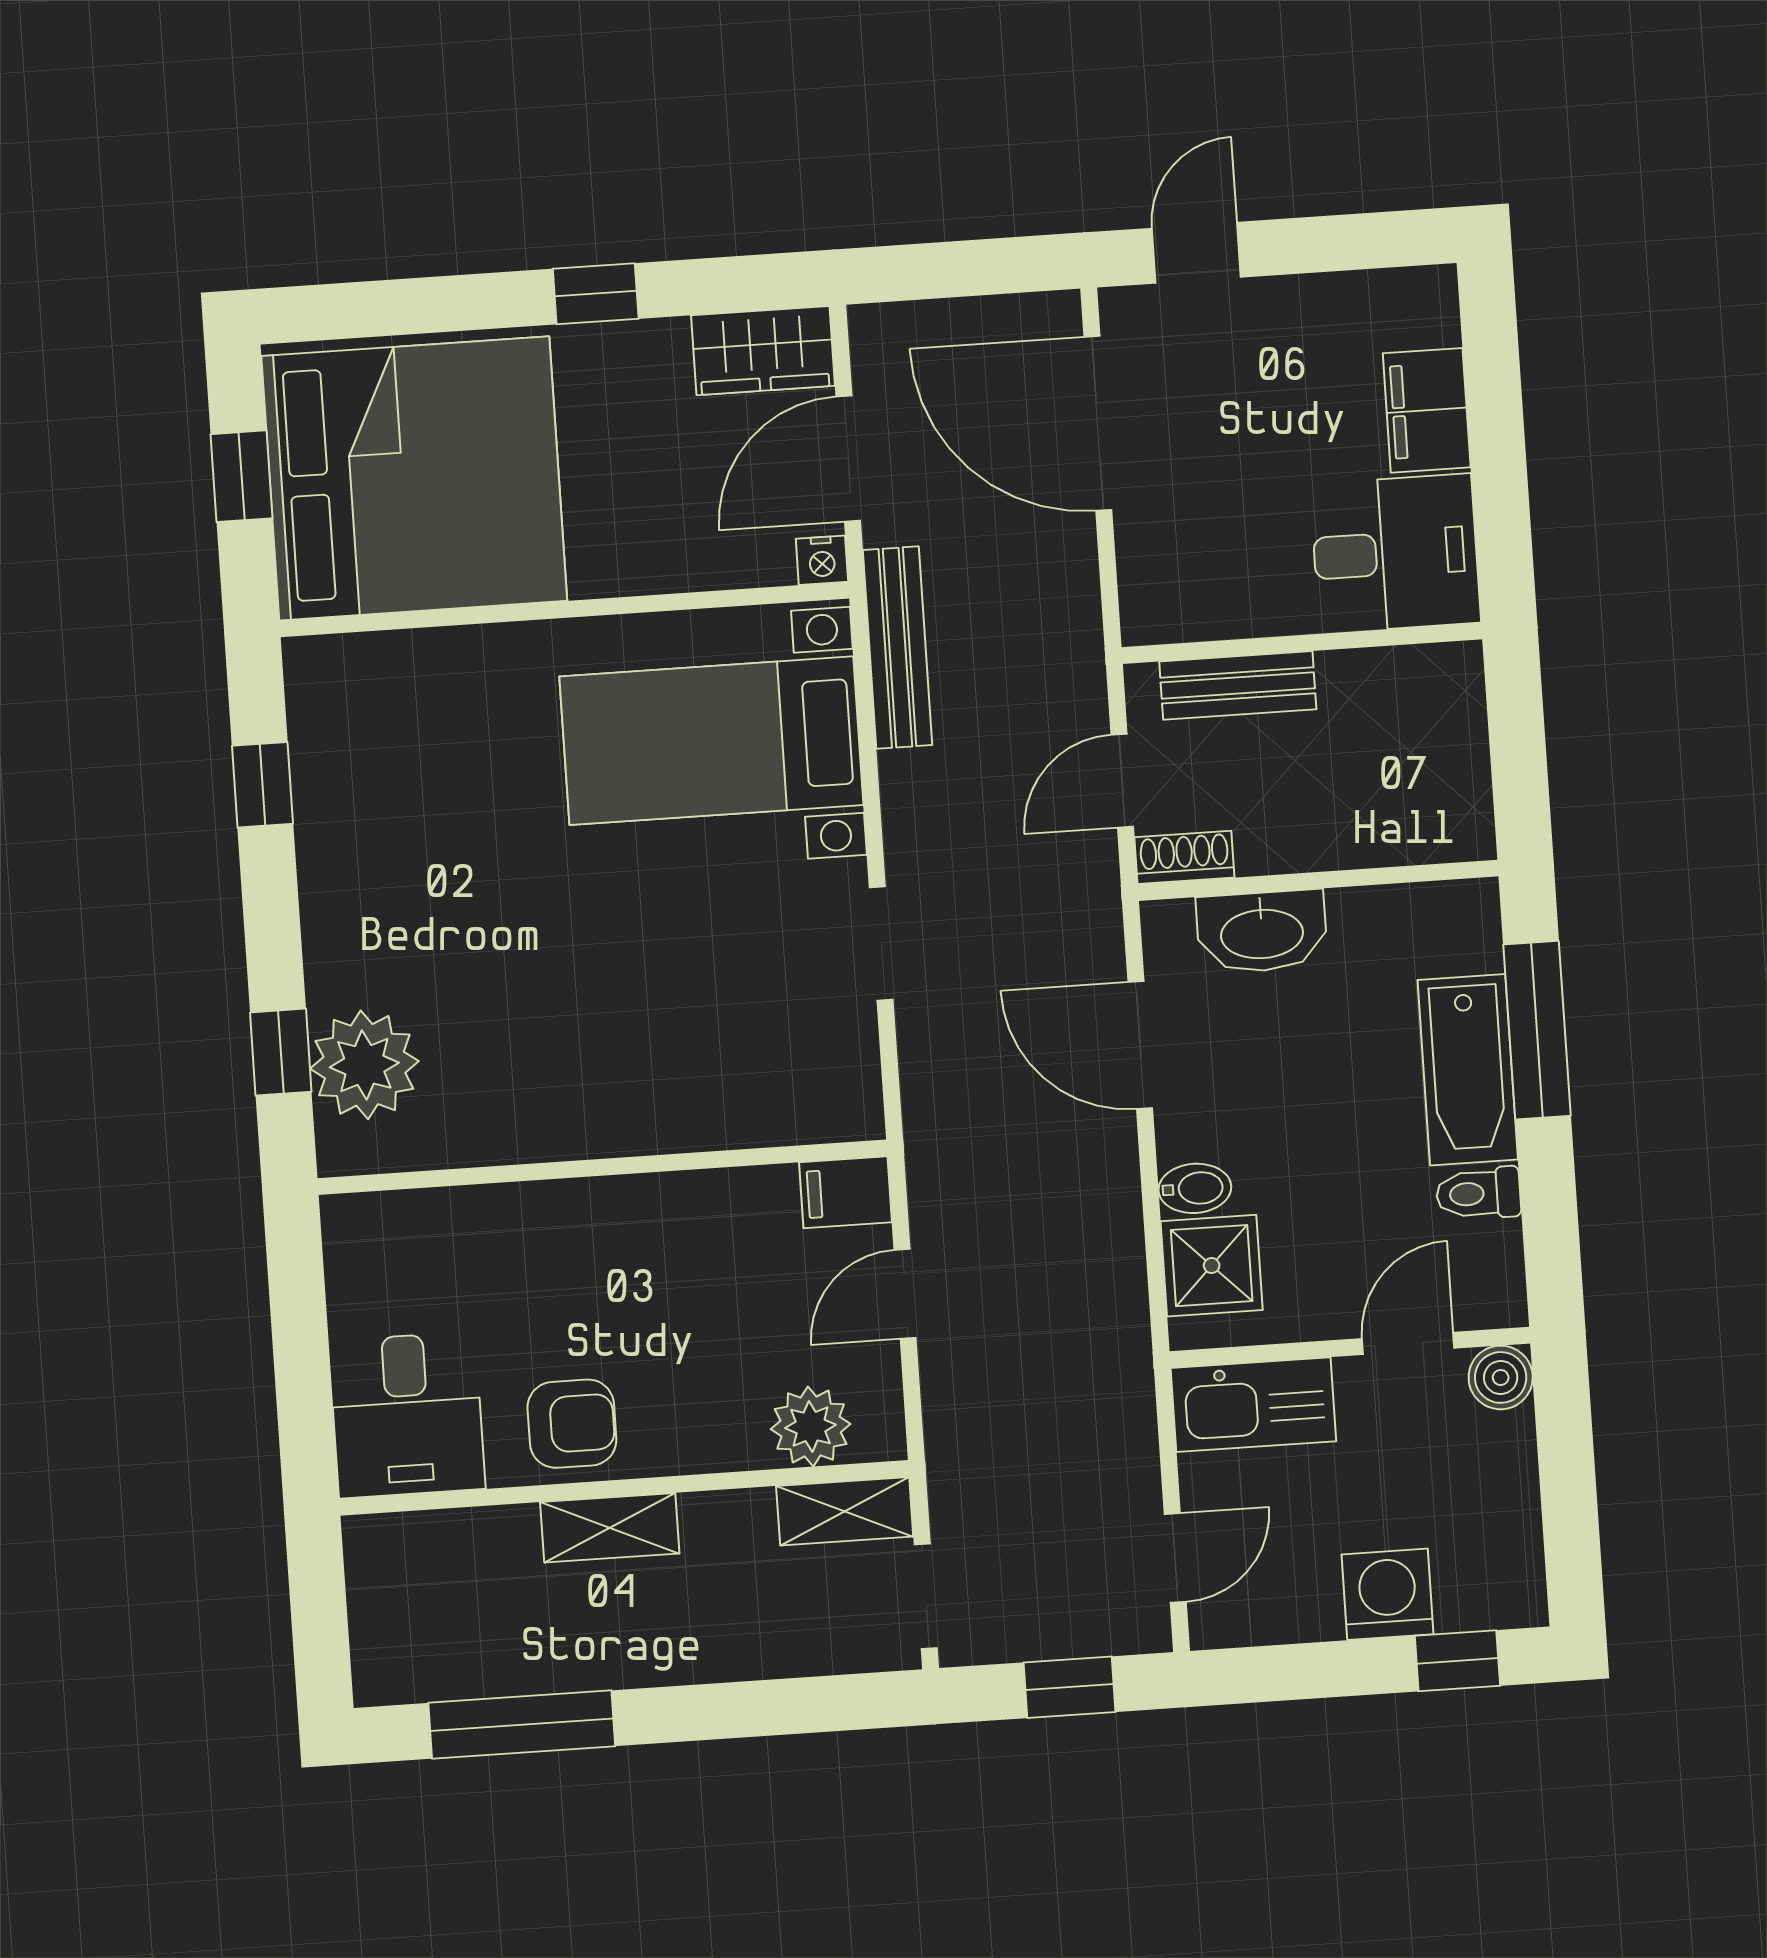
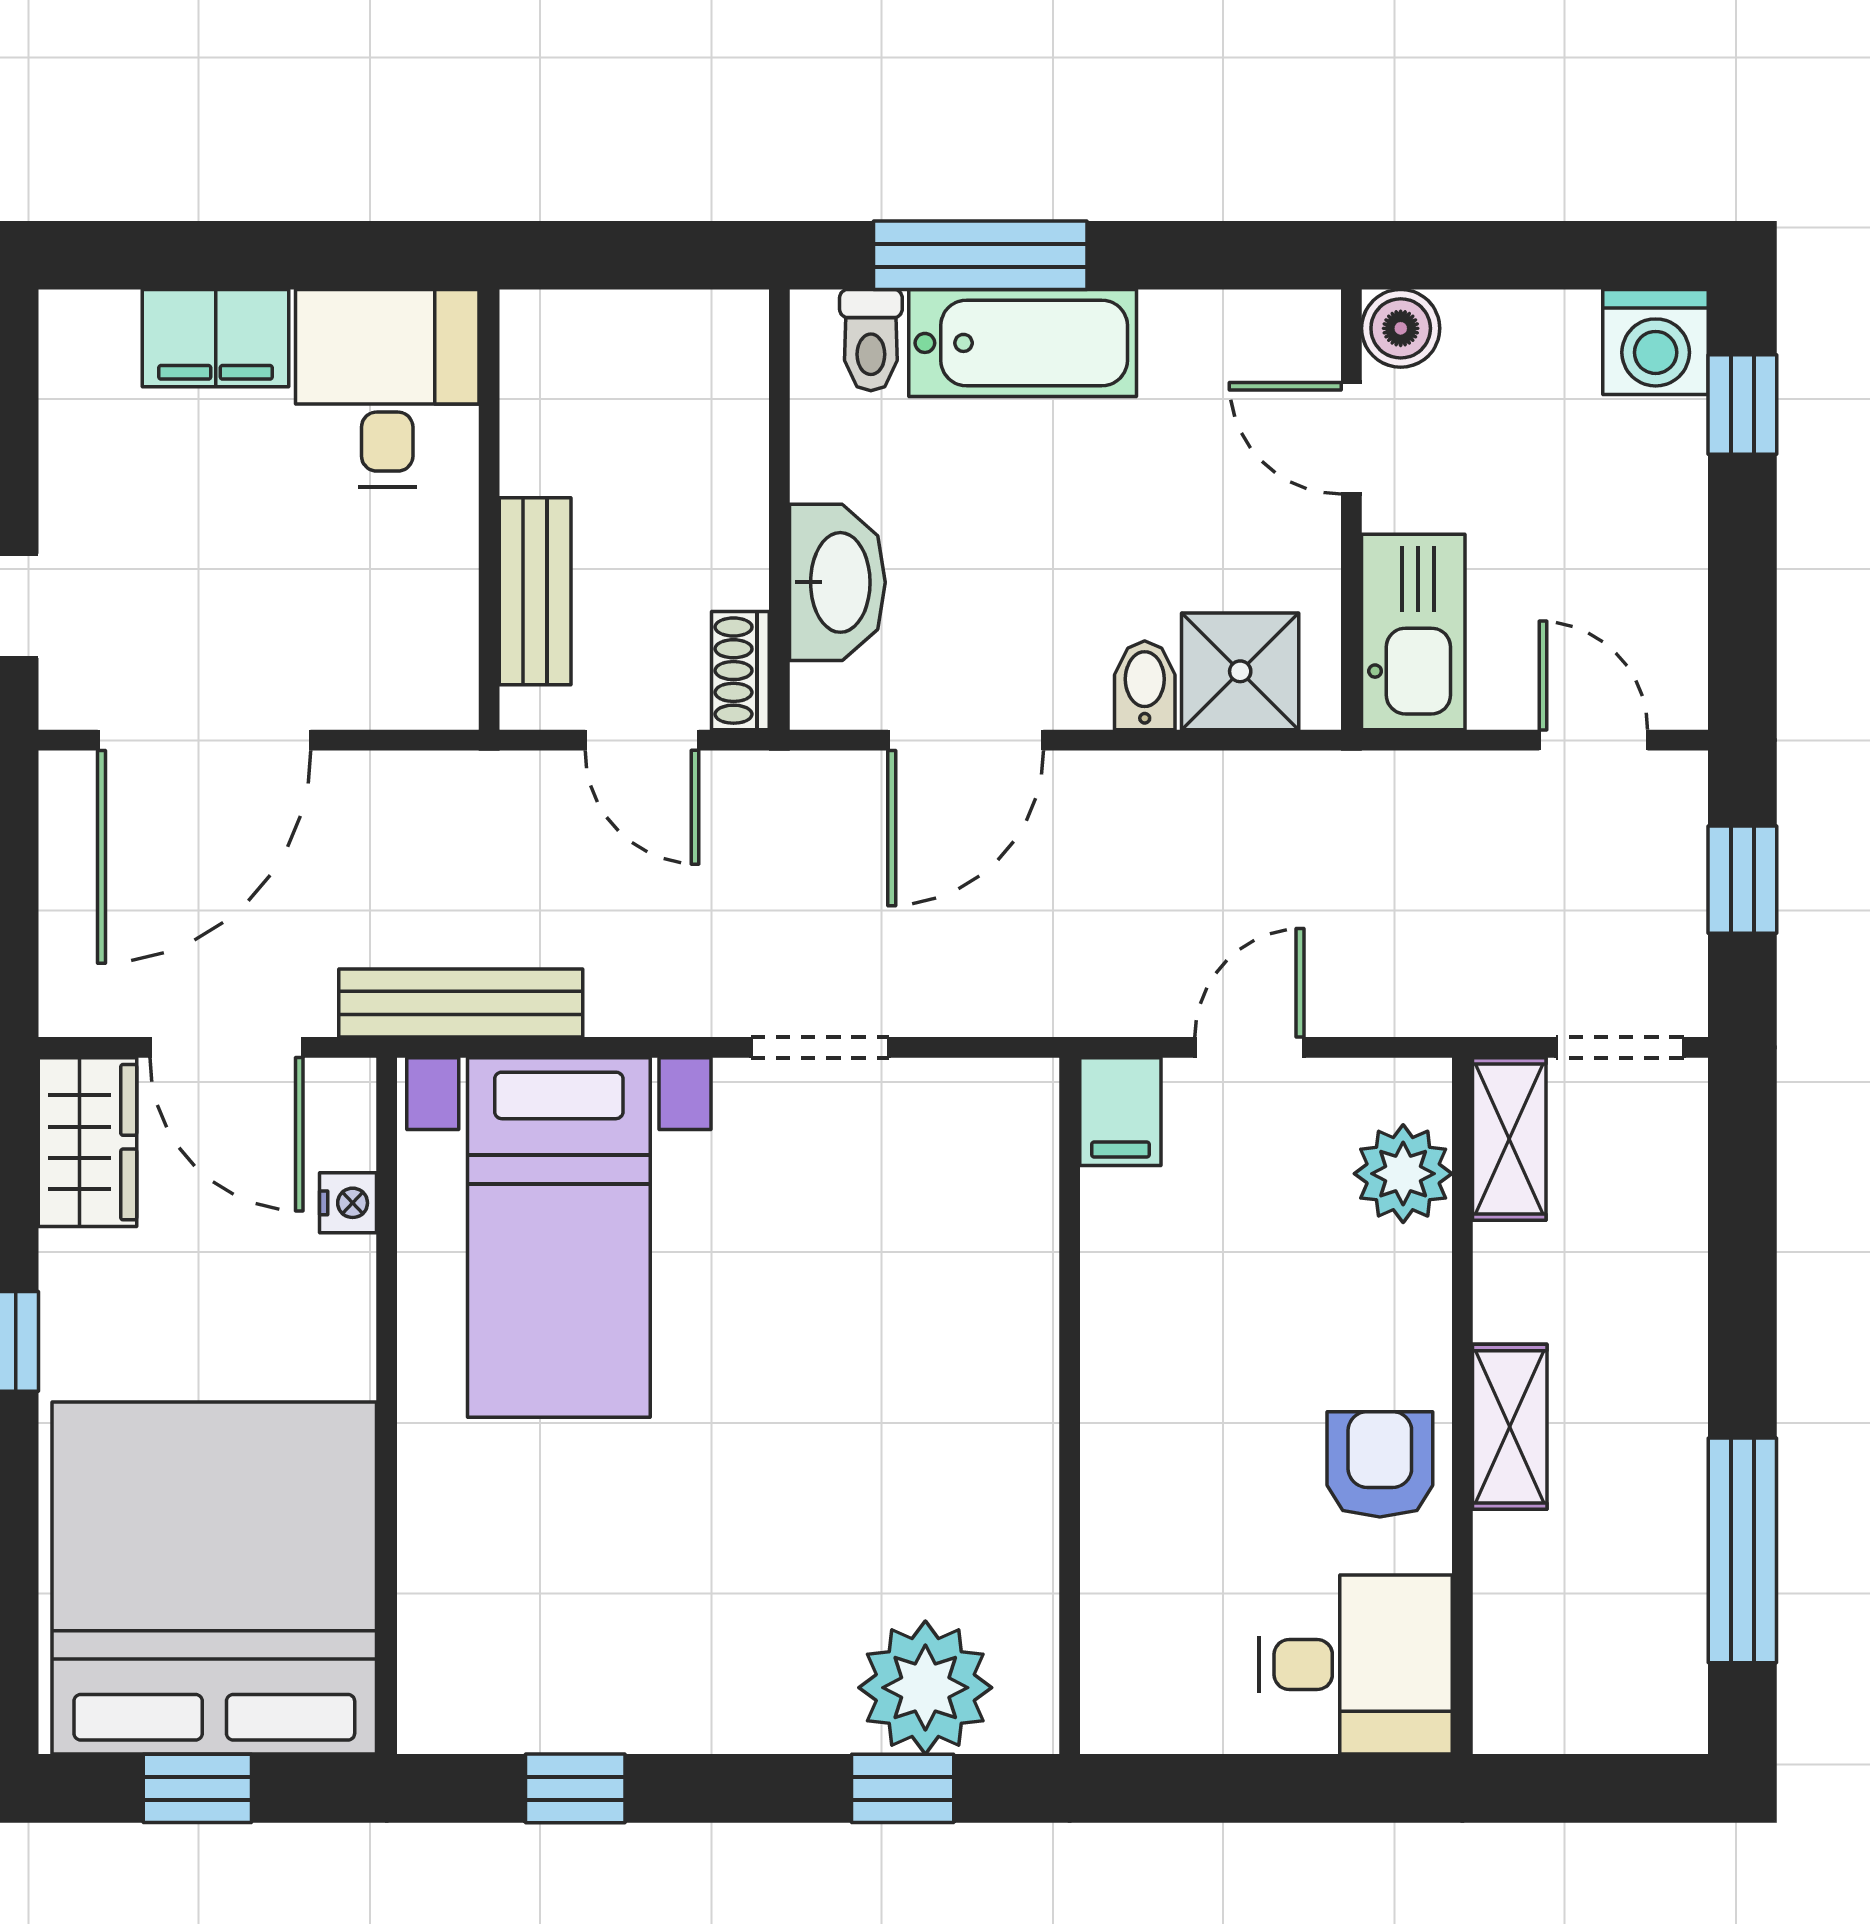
nightstand: (822, 560) -> (348, 1203), moved
toilet: (1478, 1193) -> (871, 340), moved
door: (905, 1294) -> (1249, 1047), swing flipped
washing machine: (1387, 1594) -> (1656, 342), moved, turned -90

